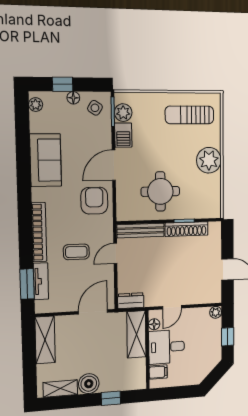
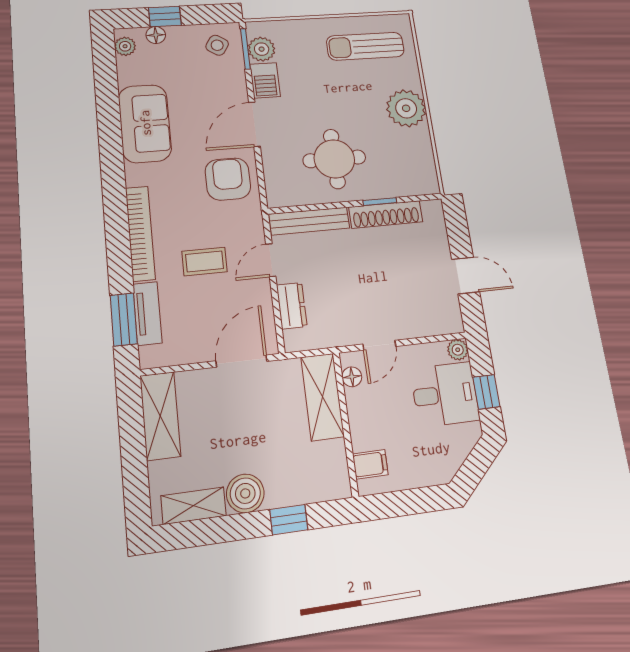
floor lamp: (73, 98) -> (156, 35), moved
dresser: (131, 301) -> (292, 306), moved, turned 90
desk: (167, 347) -> (445, 394), moved, turned 180

